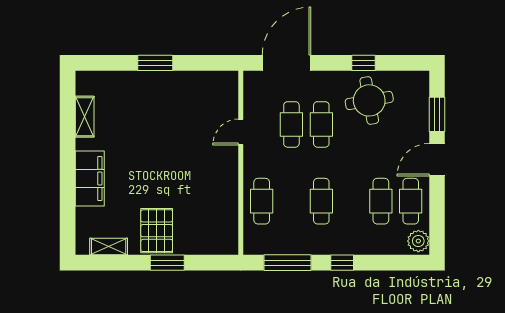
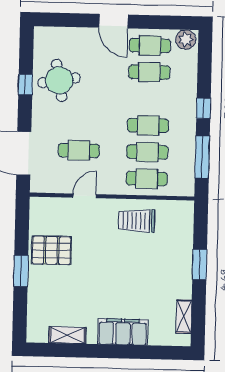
window: (437, 114) -> (73, 20), removed
cafe table: (321, 124) -> (147, 152), moved
door: (241, 132) -> (85, 196), swing flipped
trolley: (214, 191) -> (136, 221), added
pallet: (157, 231) -> (52, 250), moved

